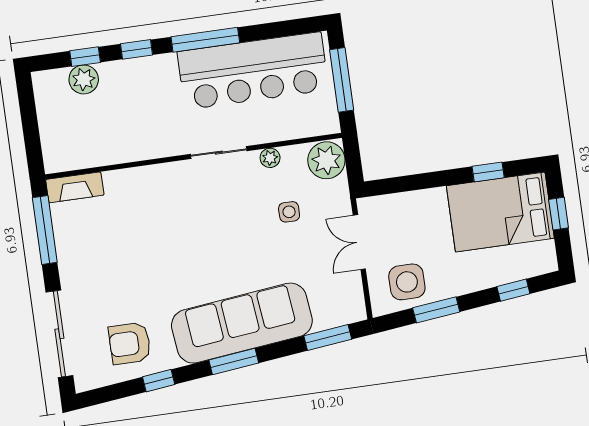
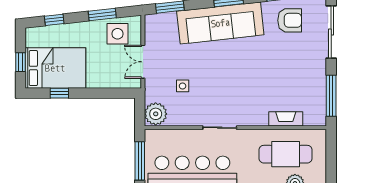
cafe table: (106, 124) -> (286, 154), added
plant: (270, 158) -> (189, 120), removed
fireplace: (75, 187) -> (286, 119), moved
double door: (359, 242) -> (143, 62), swing flipped

